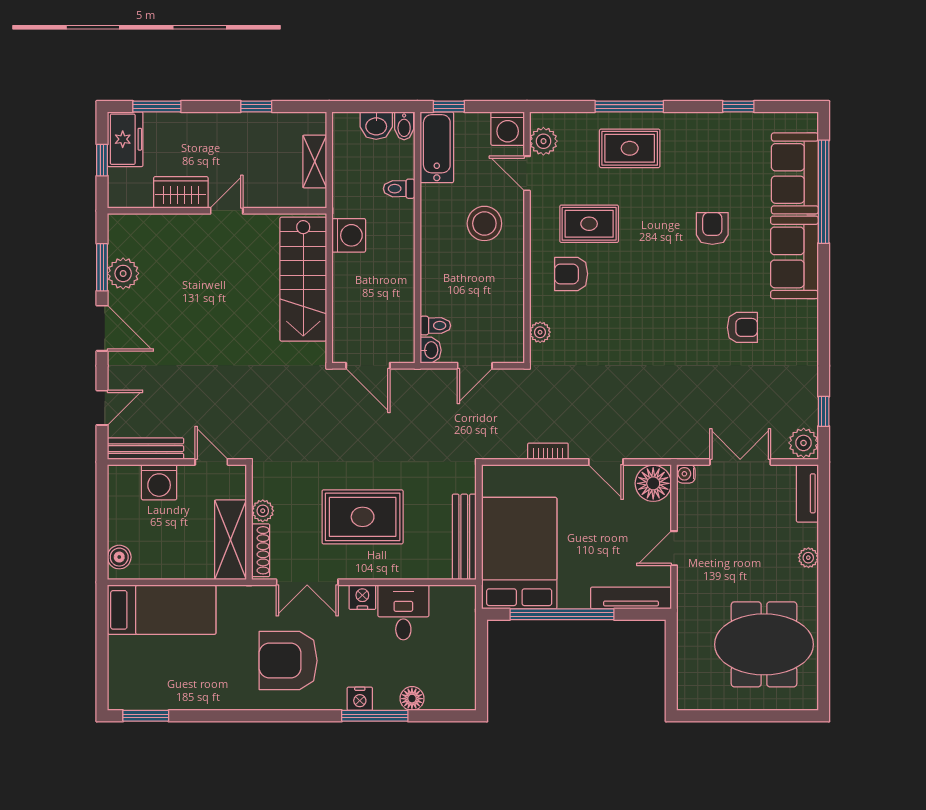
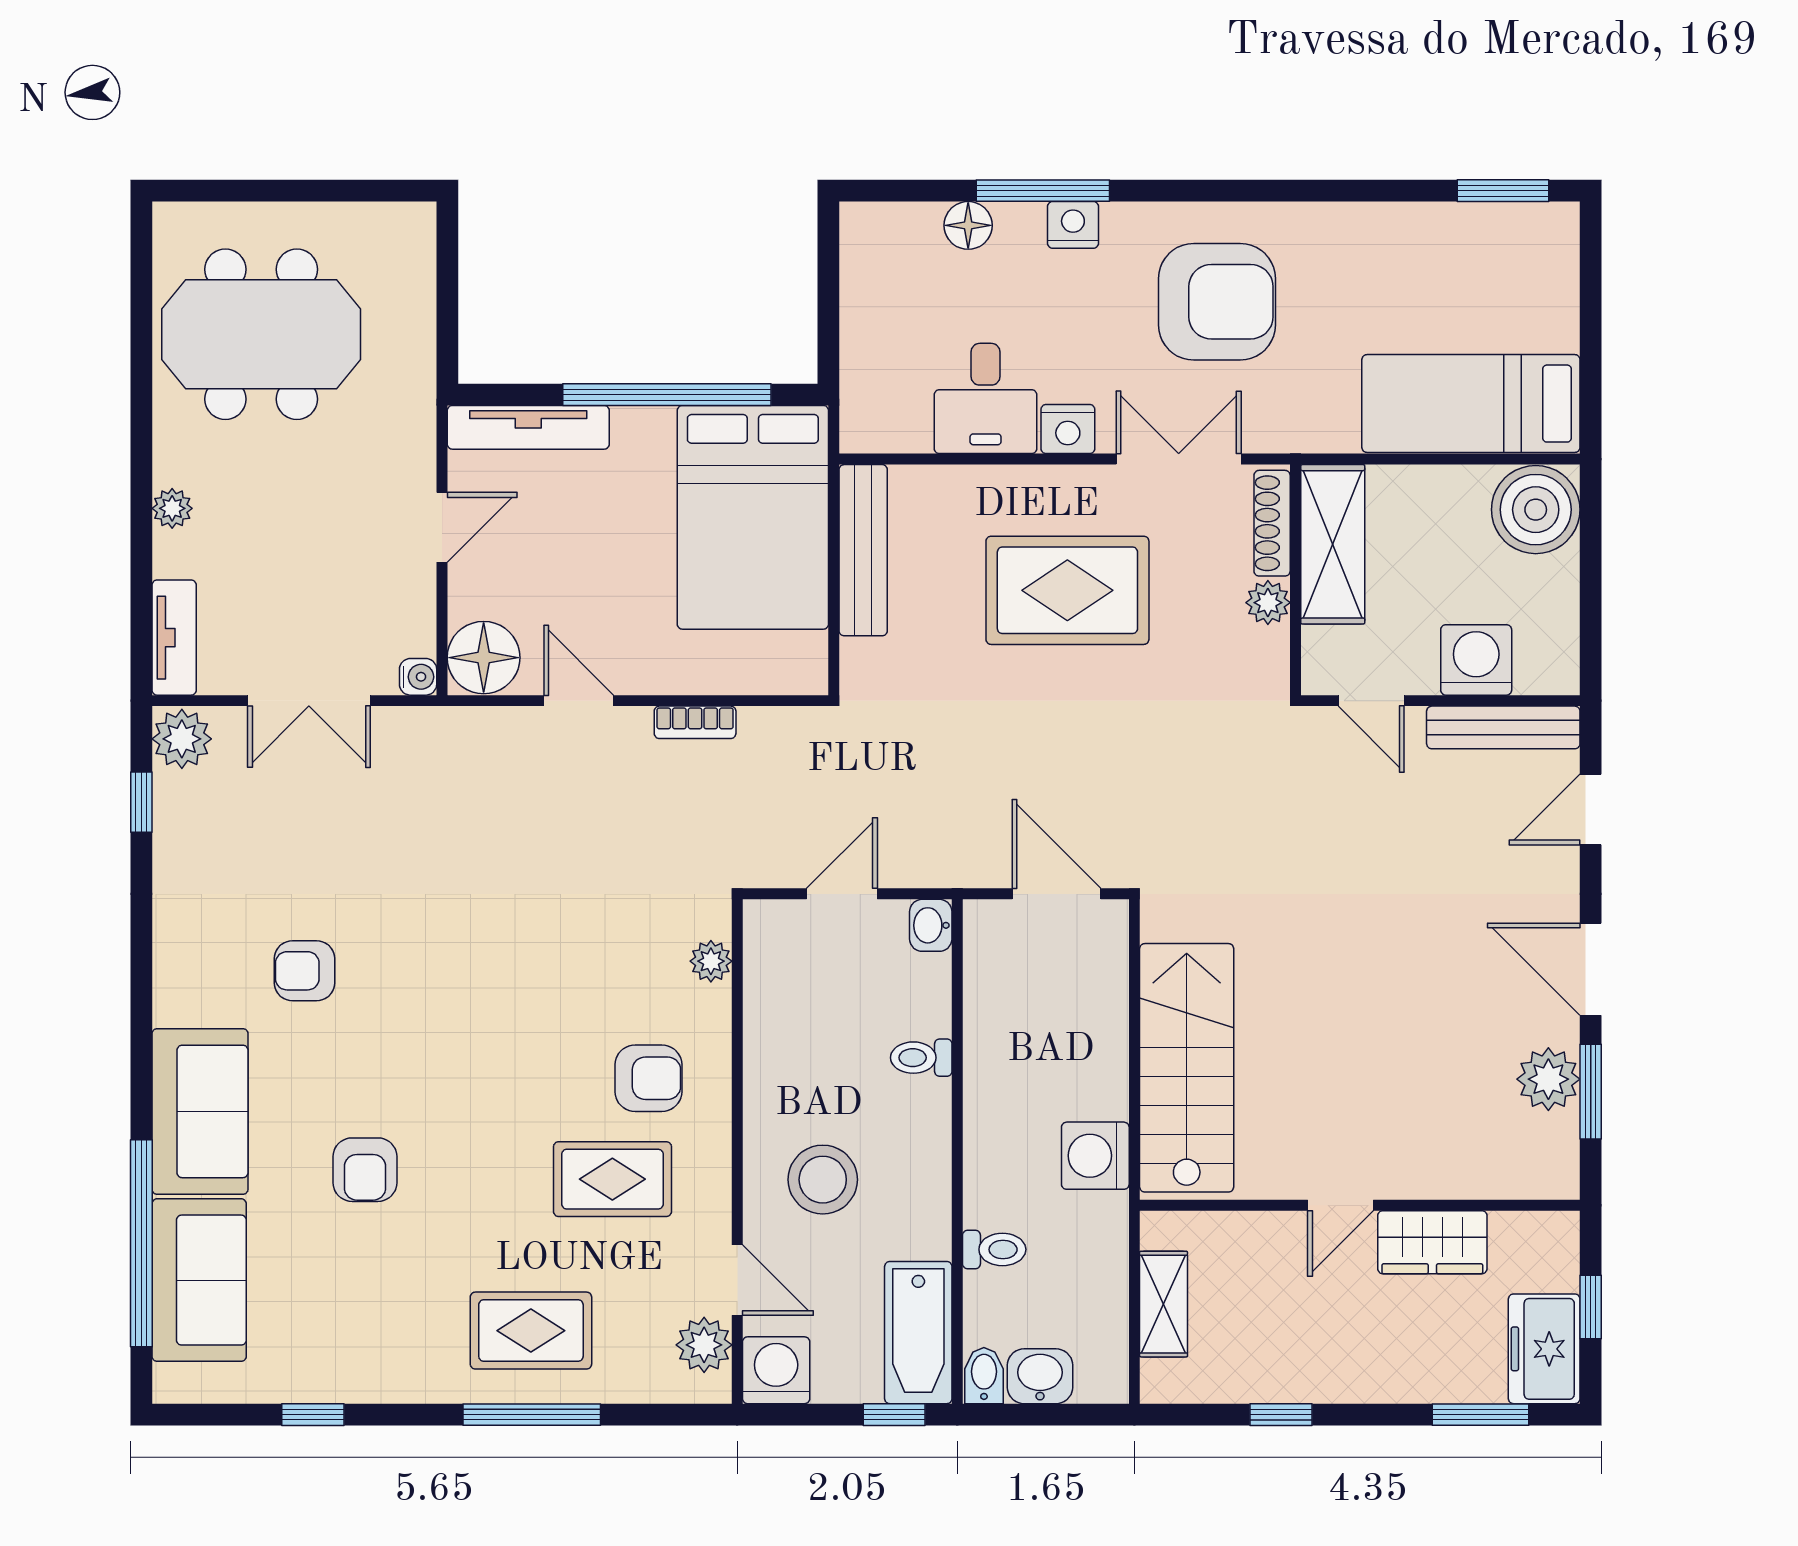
toilet: (435, 326) -> (921, 1058), moved
boiler: (119, 557) -> (1536, 510), width x1.86, depth x1.86

